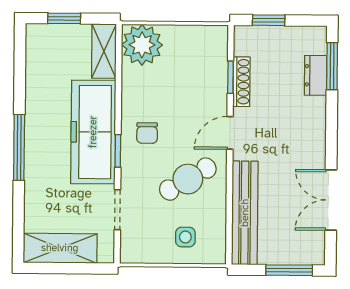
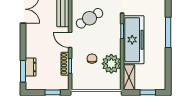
plant: (142, 45) -> (111, 64), moved
chair: (147, 133) -> (92, 59), moved
door: (230, 133) -> (70, 40), swing flipped

